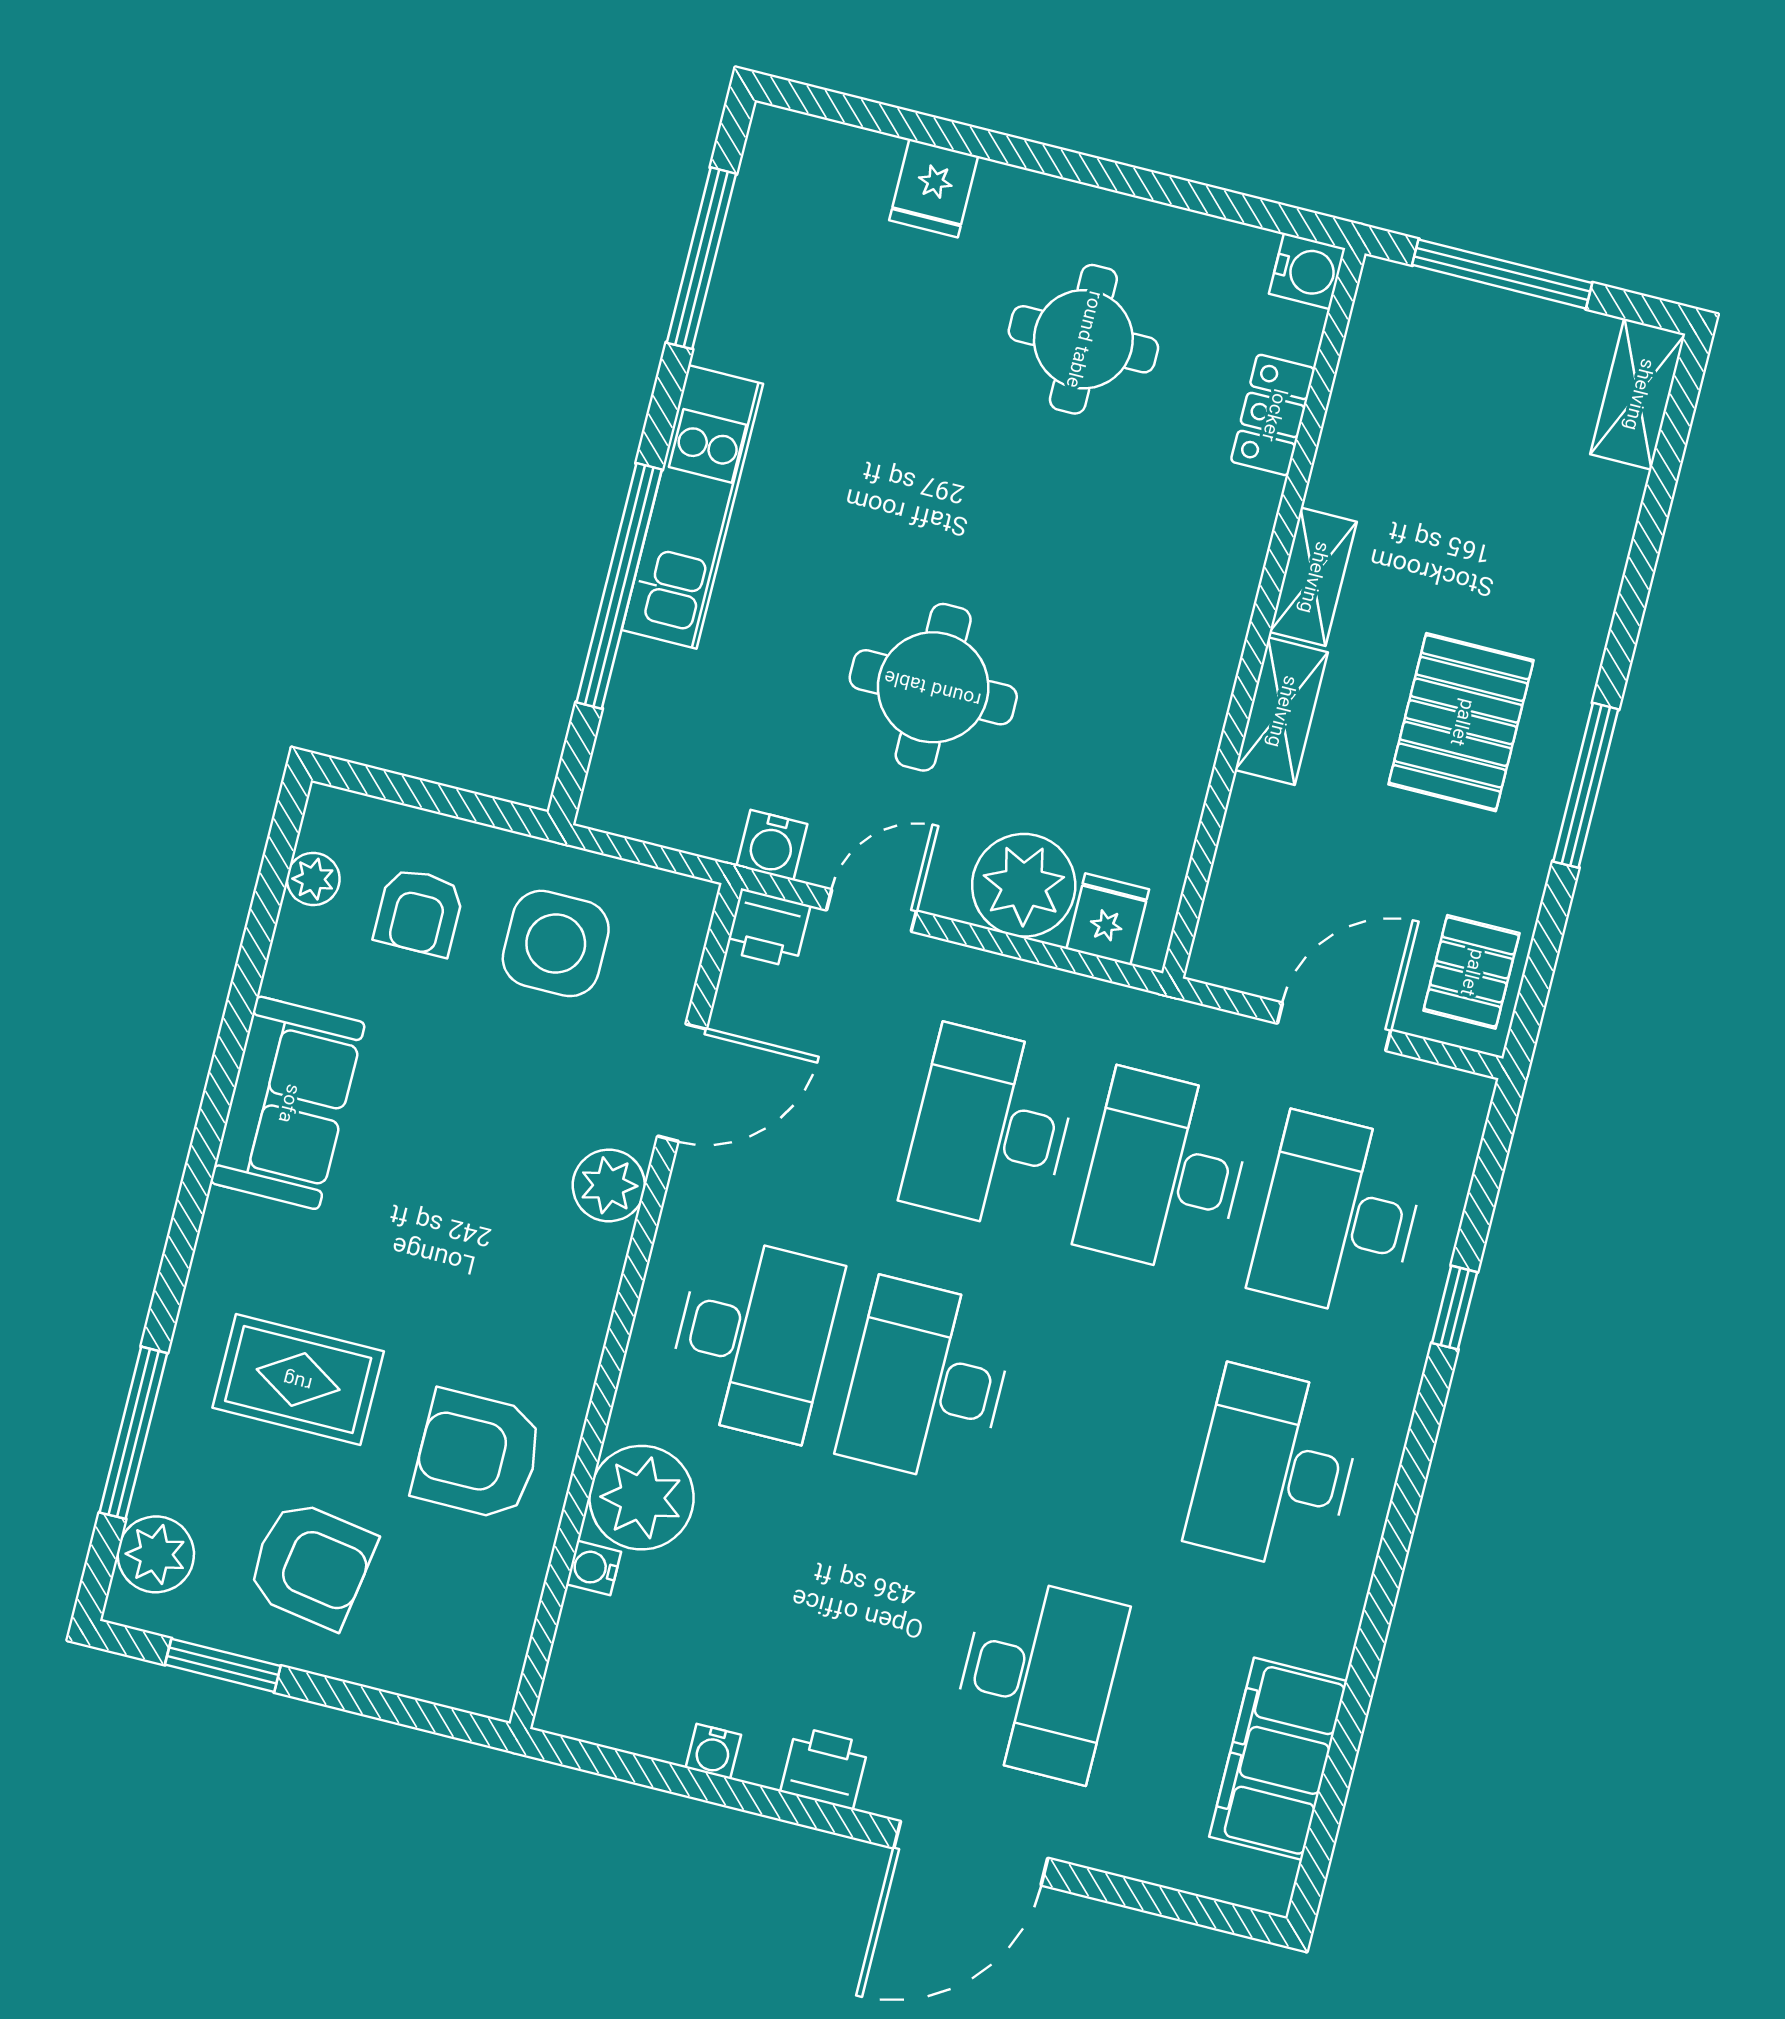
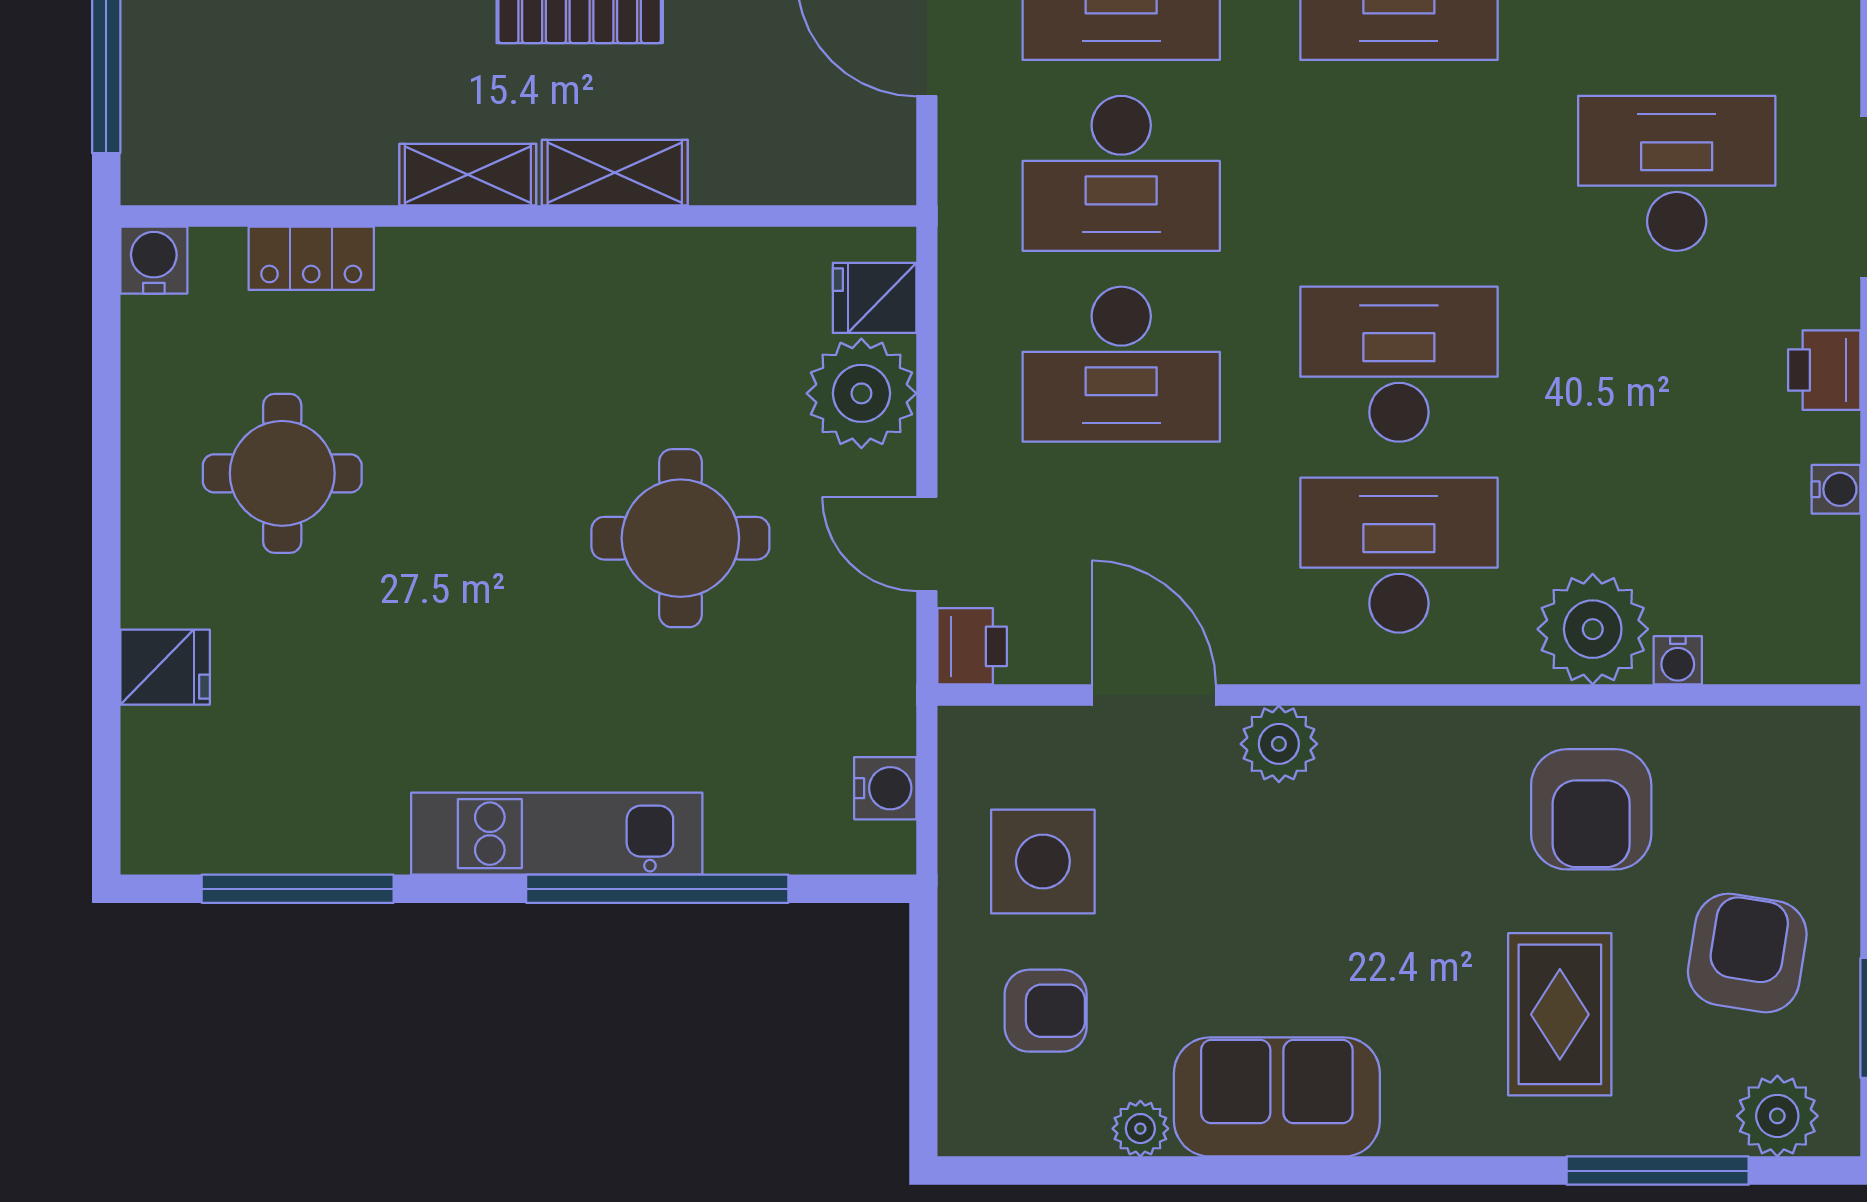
water cooler: (772, 845) -> (885, 788), moved
plant: (313, 879) -> (1140, 1129), moved
desk: (927, 1382) -> (1399, 364), turned 180

